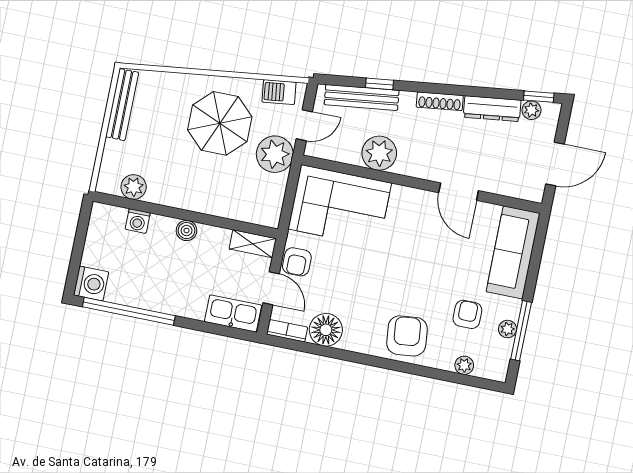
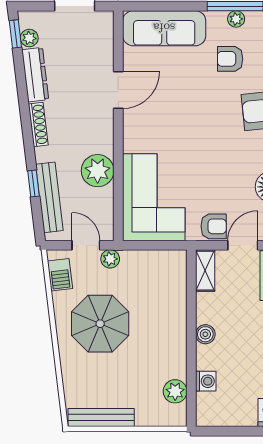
plant: (275, 154) -> (110, 259), width x0.53, depth x0.53

